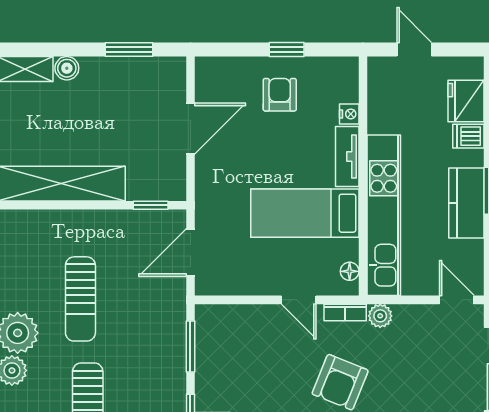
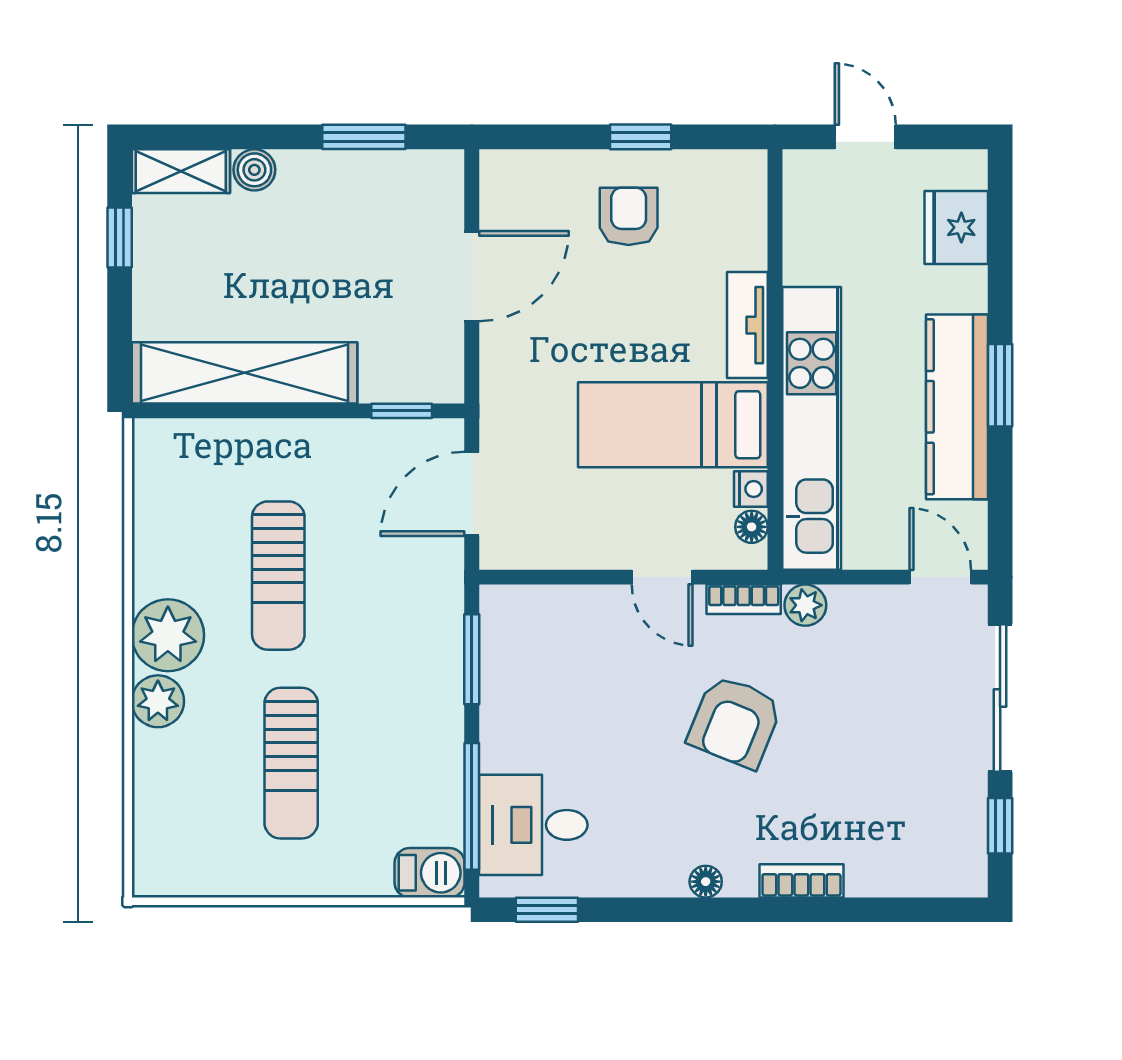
nightstand: (349, 114) -> (751, 489), moved
dishwasher: (468, 136) -> (961, 289), removed
kitchen counter: (466, 203) -> (957, 407), width x1.50

